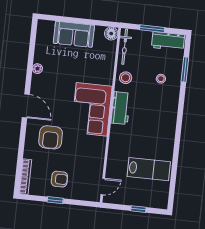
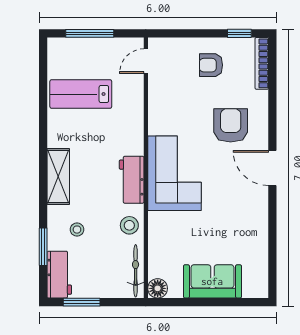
window: (152, 29) -> (82, 302), moved
workbench: (168, 41) -> (59, 275), moved, turned 90
plant: (37, 69) -> (261, 225), removed
shelving: (170, 115) -> (58, 177), added
window: (55, 200) -> (239, 33), moved
window: (138, 209) -> (90, 33), width x2.17

